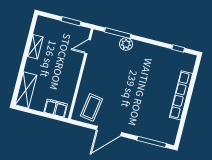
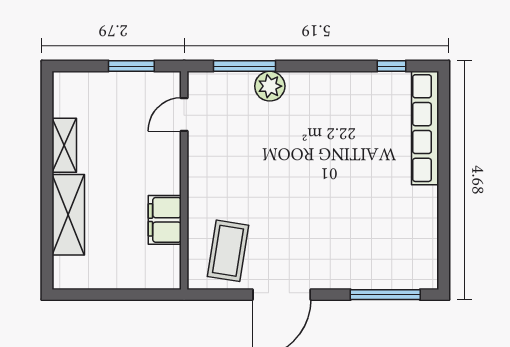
shelving: (26, 90) -> (68, 215), moved
row of seats: (181, 95) -> (425, 128), moved
filing cabinet: (56, 108) -> (165, 220), moved, turned -90

